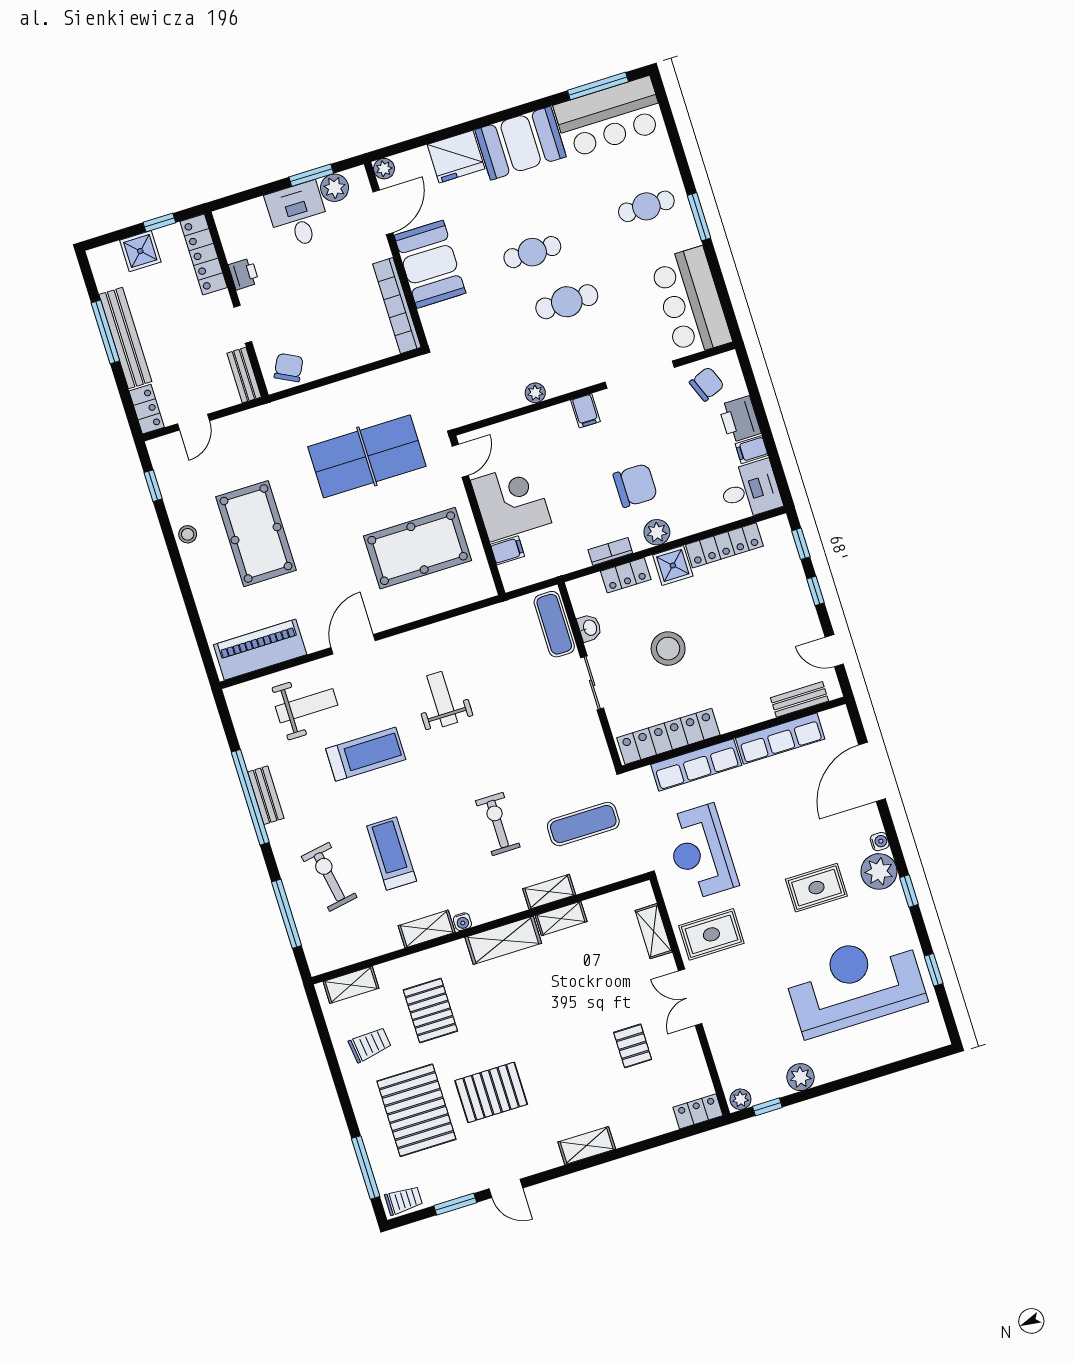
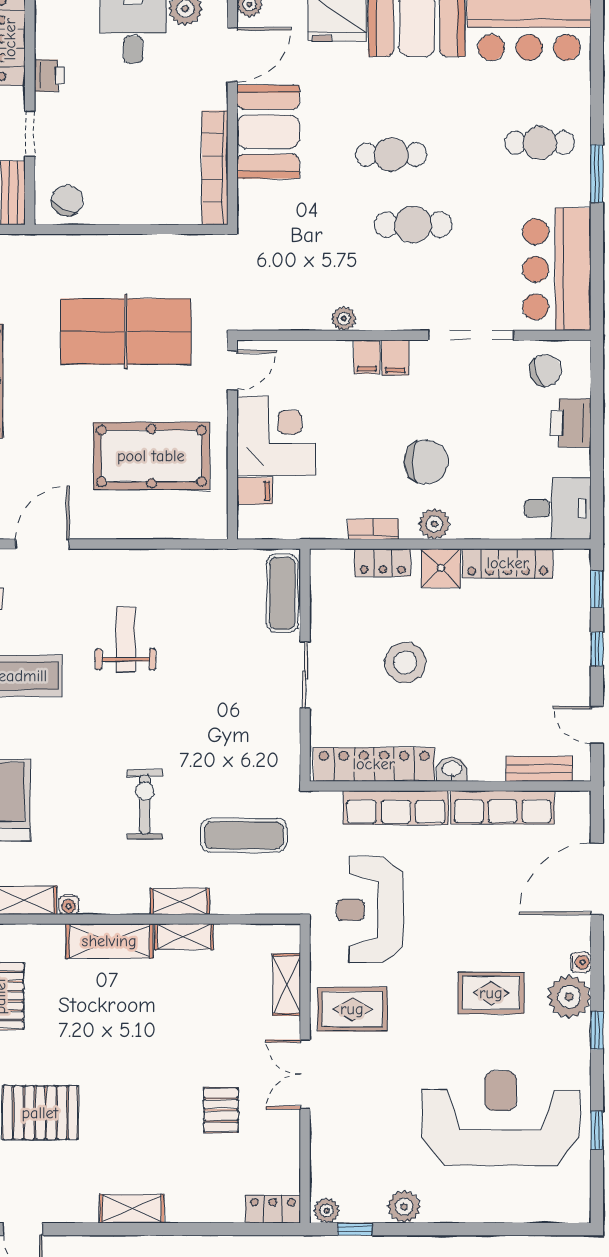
filing cabinet: (752, 450) -> (367, 357), moved, turned -90
washbasin: (589, 628) -> (452, 769), moved, turned -90

